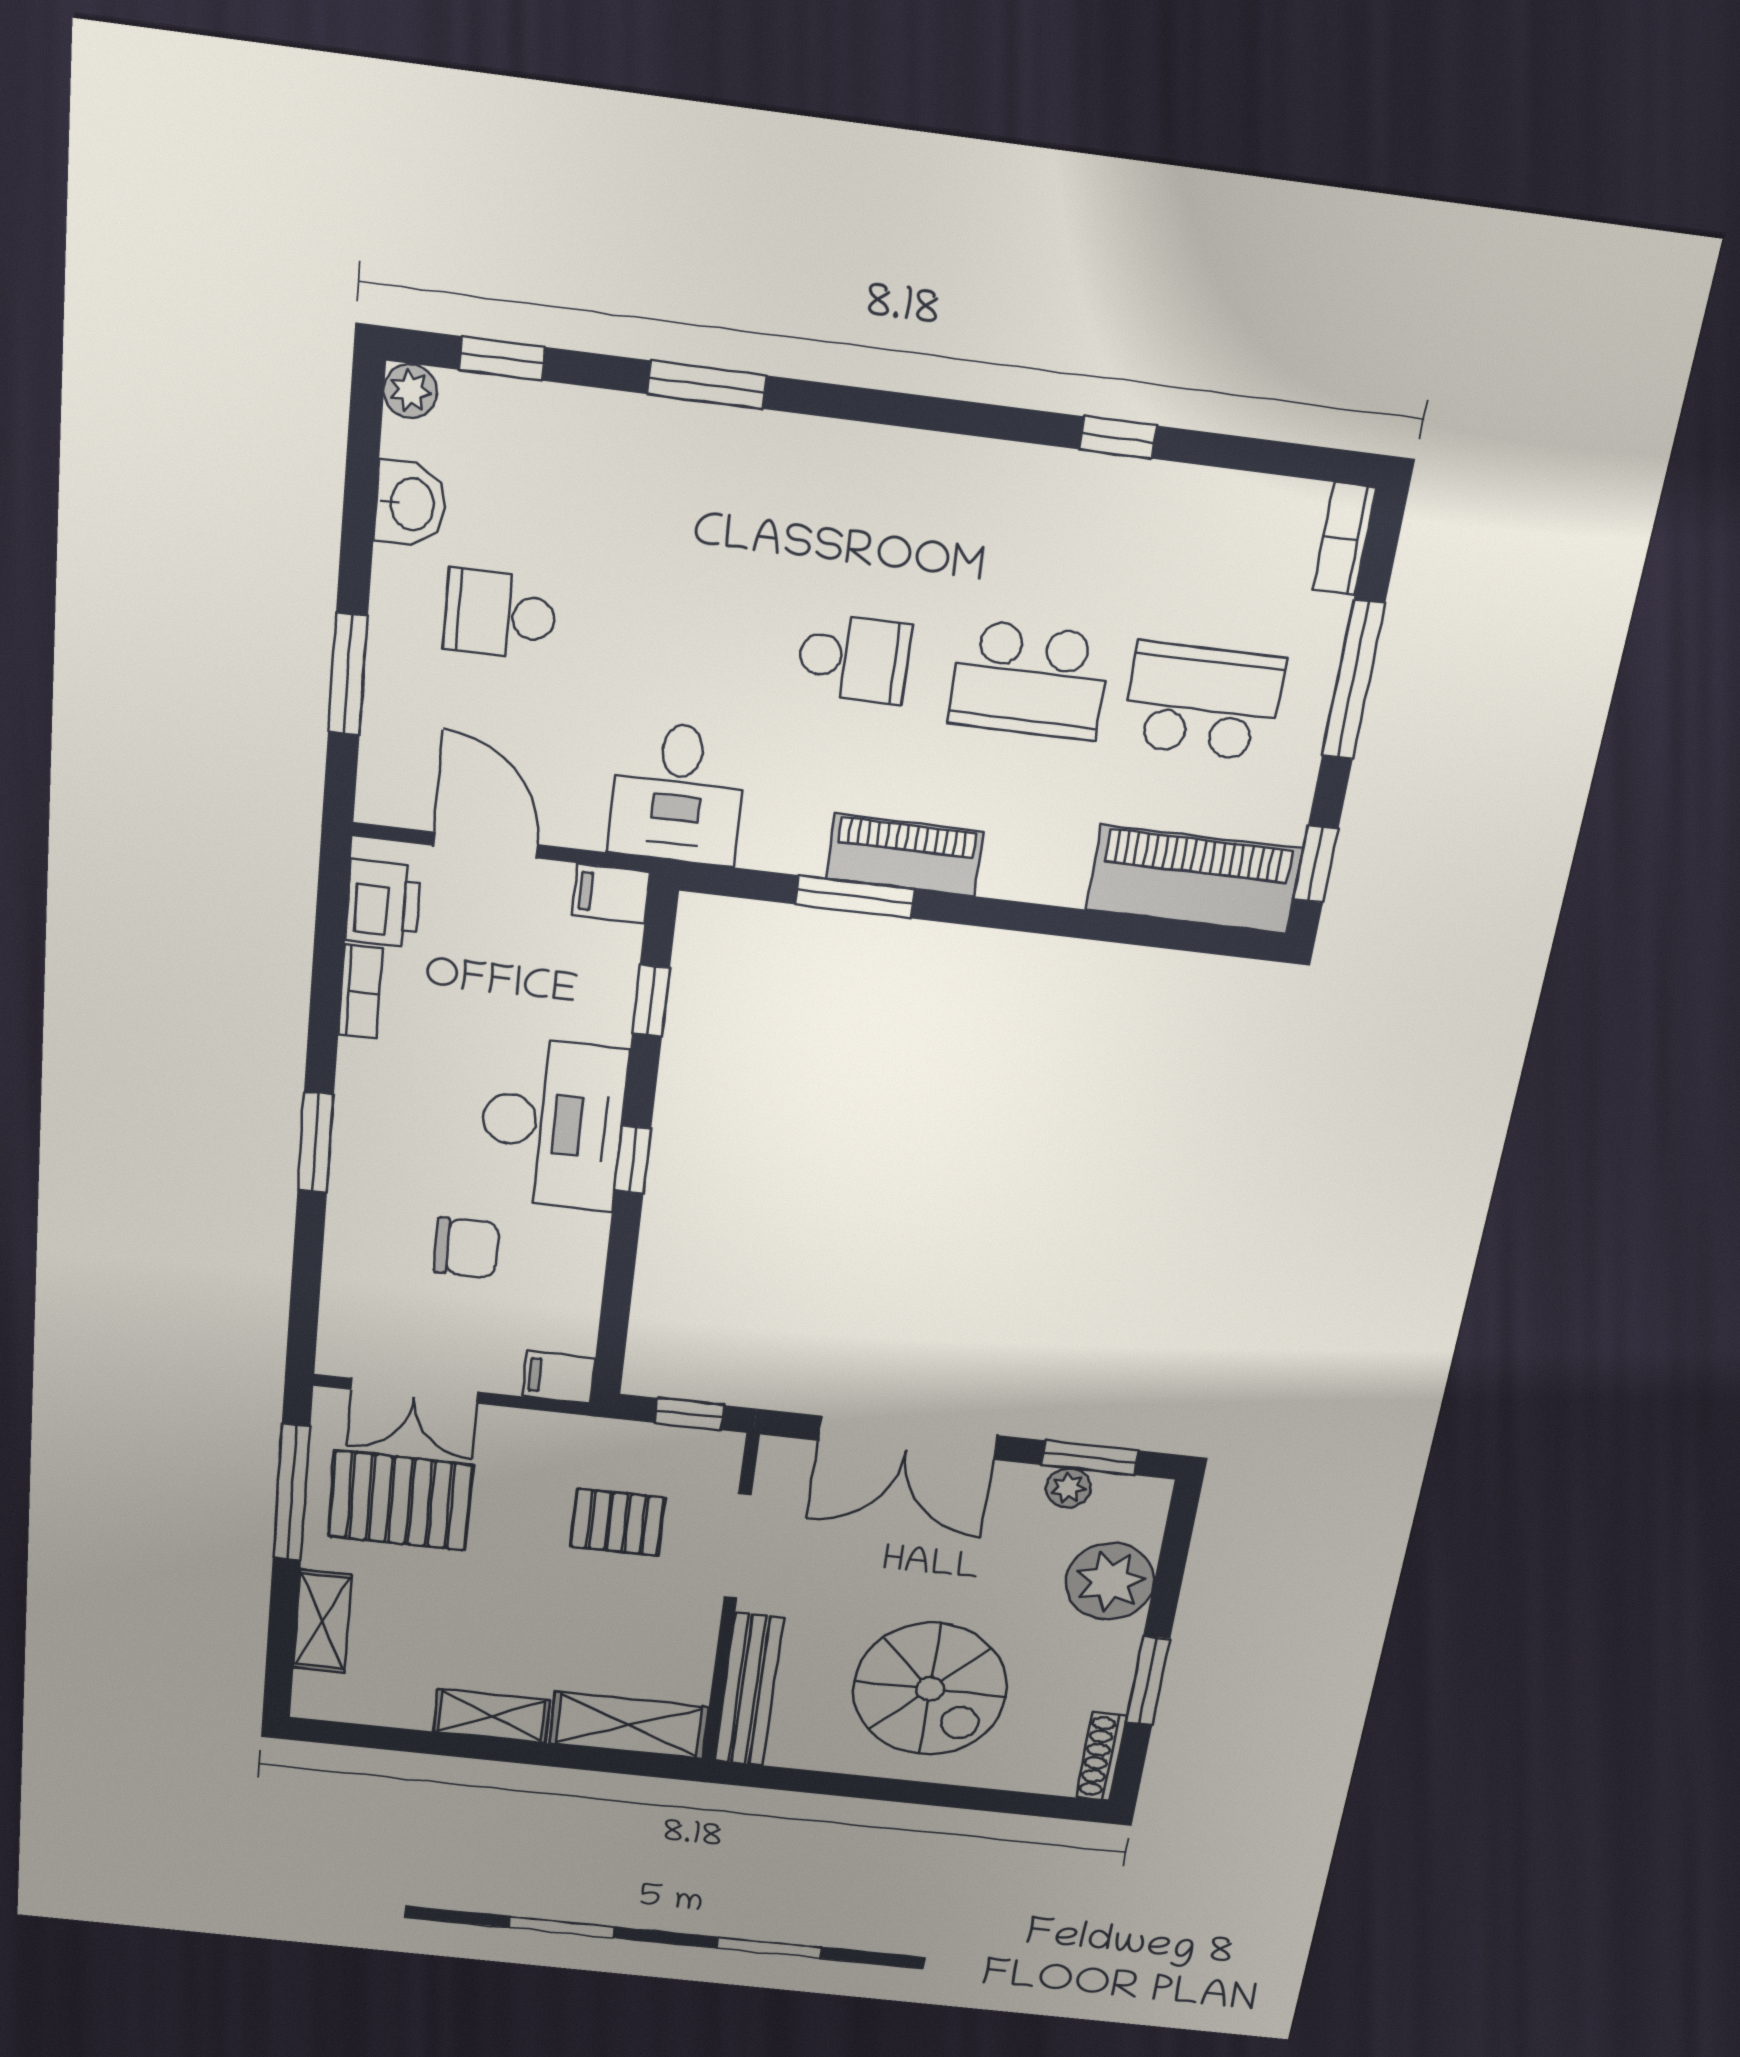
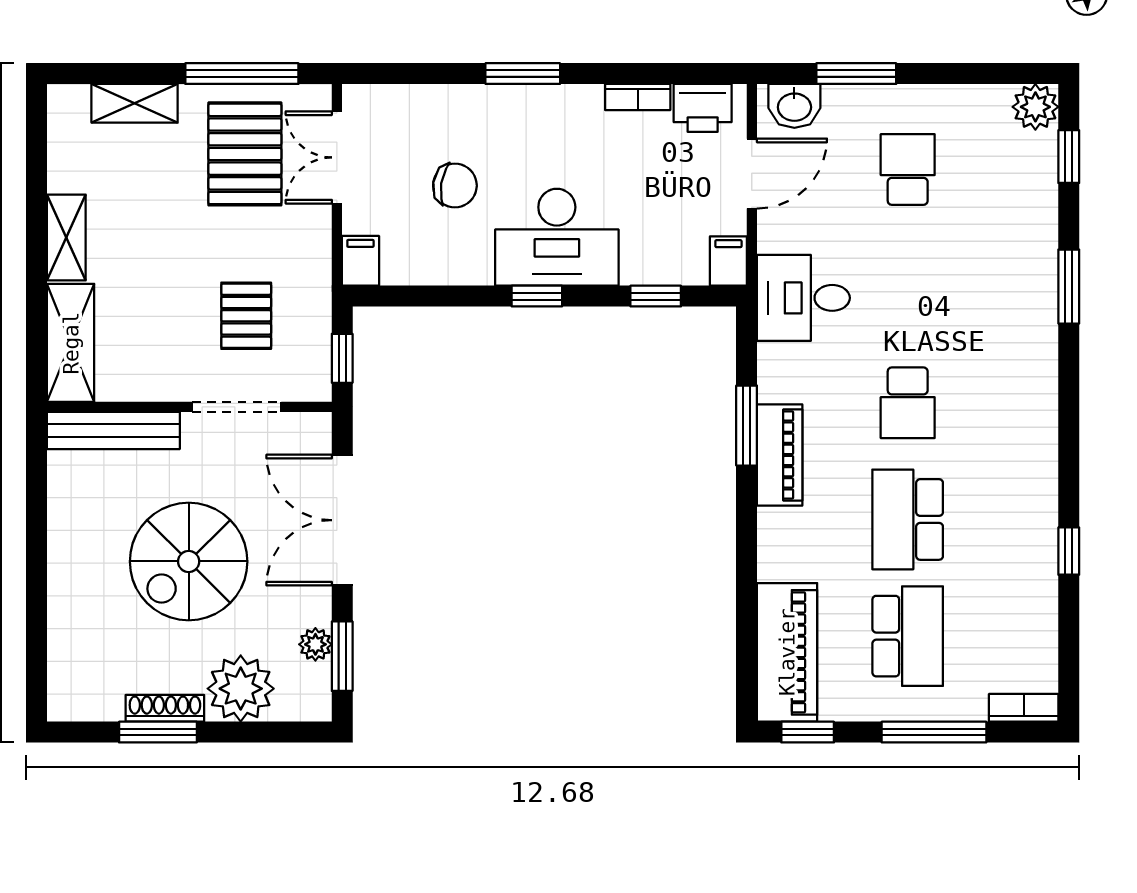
plant: (410, 391) -> (1035, 107), width x1.38, depth x1.38
washbasin: (410, 504) -> (794, 106), moved
chair: (466, 1248) -> (455, 186), turned -81
spiral stairs: (930, 1689) -> (189, 561), moved
shoe rack: (1101, 1757) -> (165, 708), moved

